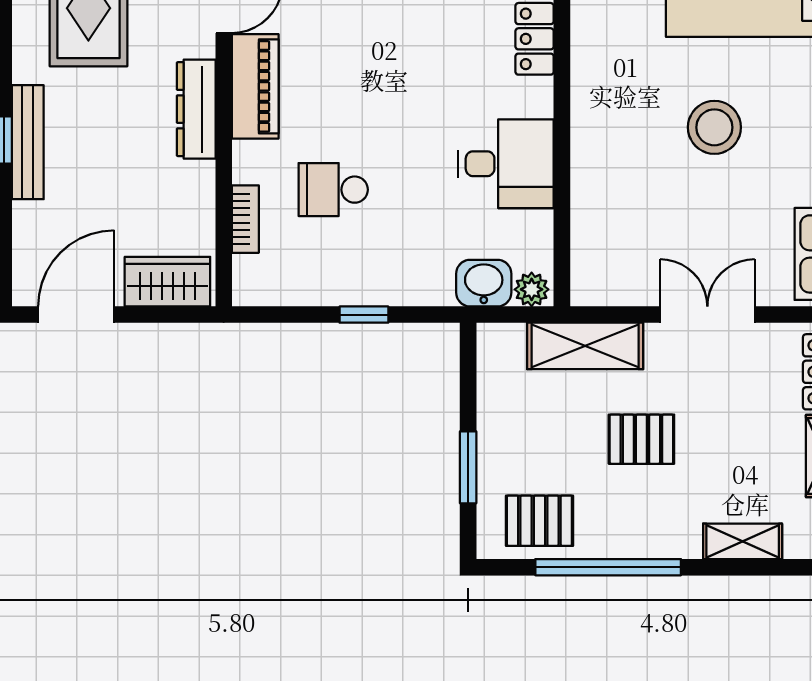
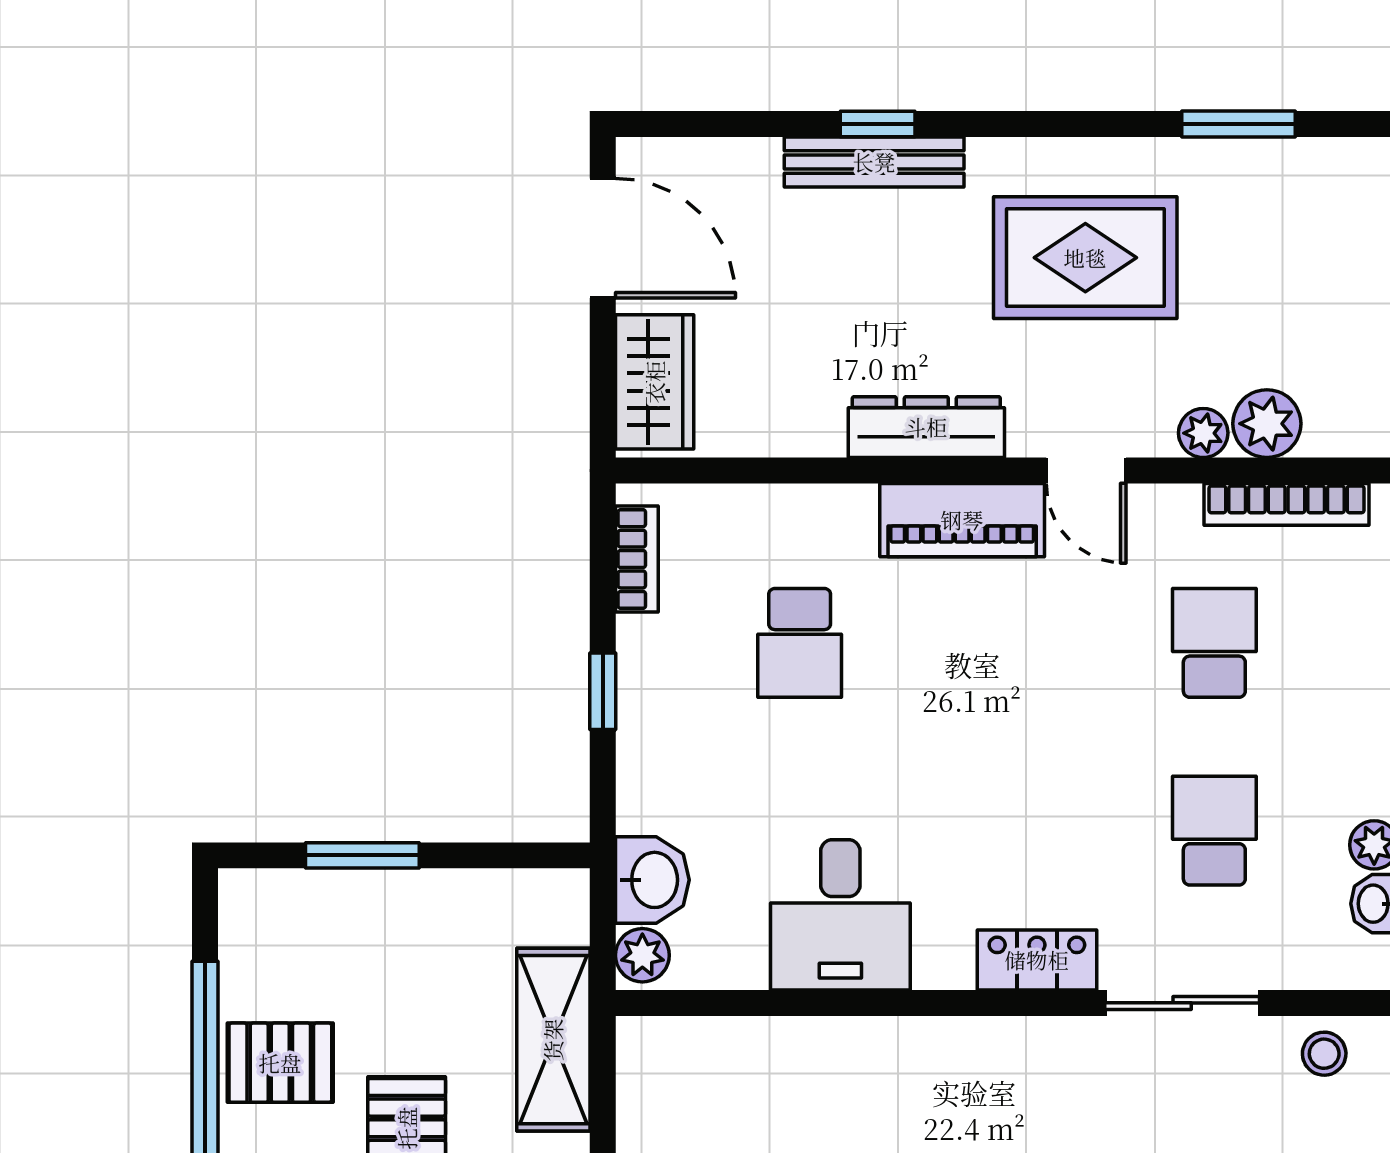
school desk: (333, 190) -> (800, 643), turned 180
bookcase: (245, 219) -> (637, 559), moved, turned -90
pallet: (539, 521) -> (280, 1063), moved, turned 90

